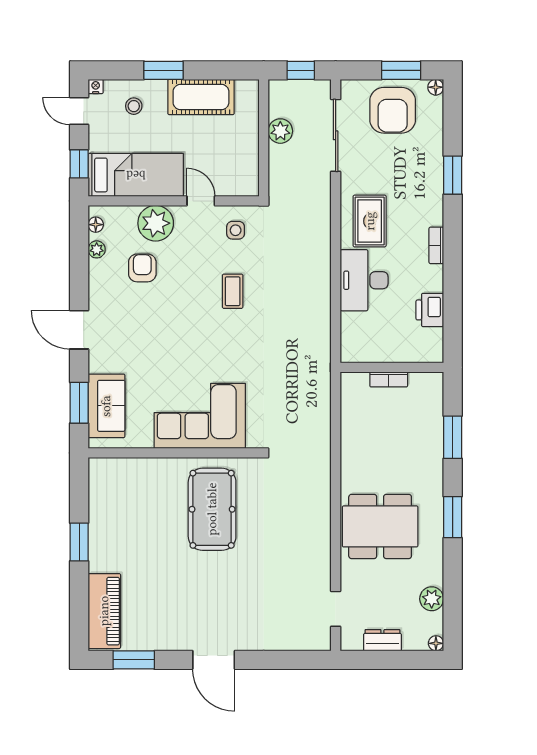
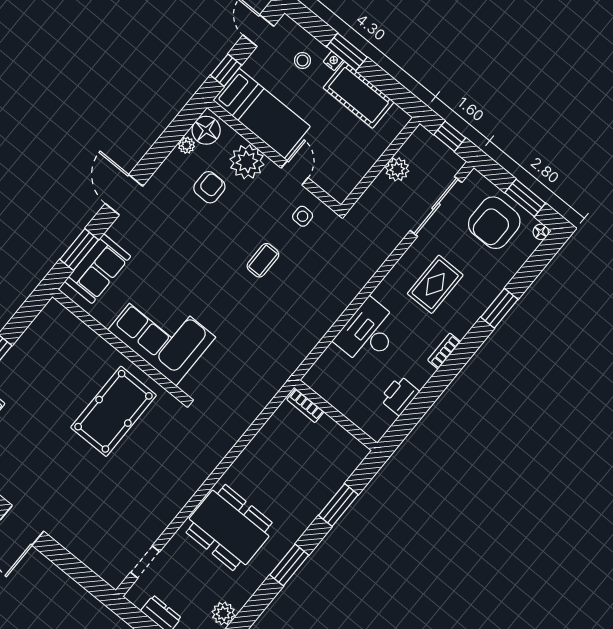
nightstand: (96, 86) -> (333, 61), moved
rug: (370, 221) -> (435, 284), moved
floor lamp: (96, 225) -> (206, 130), width x1.89, depth x1.89
bookcase: (389, 379) -> (305, 406), moved

